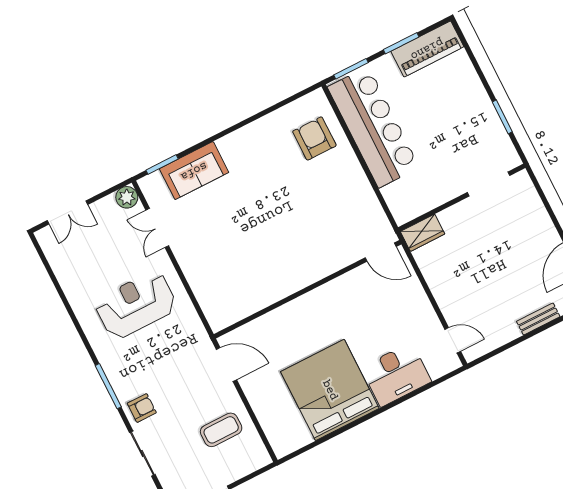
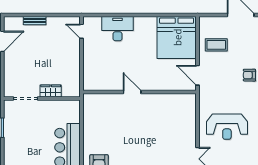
wardrobe: (423, 233) -> (51, 91), moved
door: (381, 252) -> (132, 92), moved
bed: (330, 390) -> (177, 37), moved

